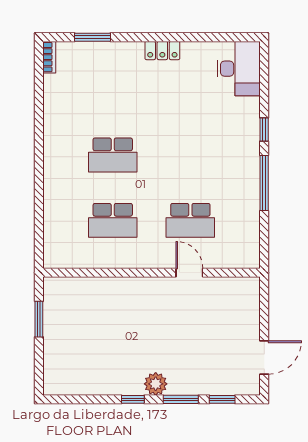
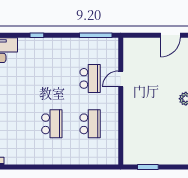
window: (264, 183) -> (96, 35), moved
door: (264, 357) -> (170, 35), swing flipped

